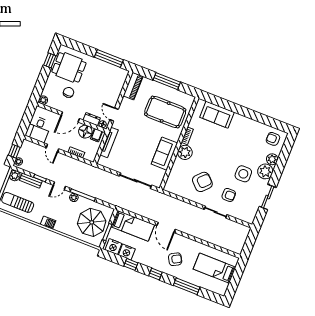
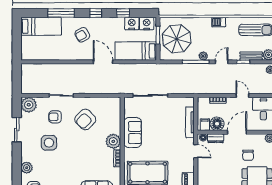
plant: (265, 171) -> (29, 105), moved
bed: (214, 268) -> (41, 26), moved

